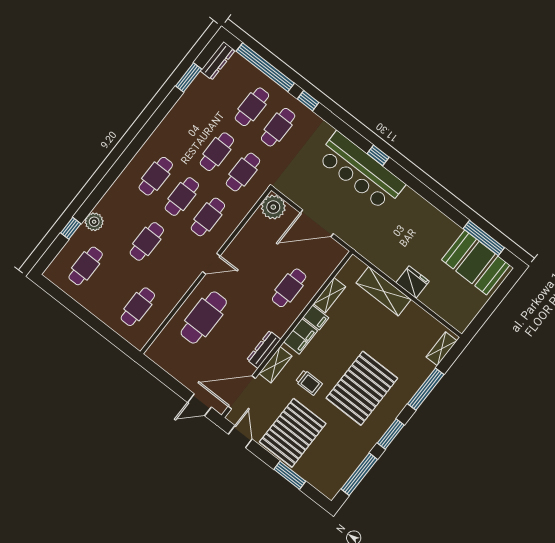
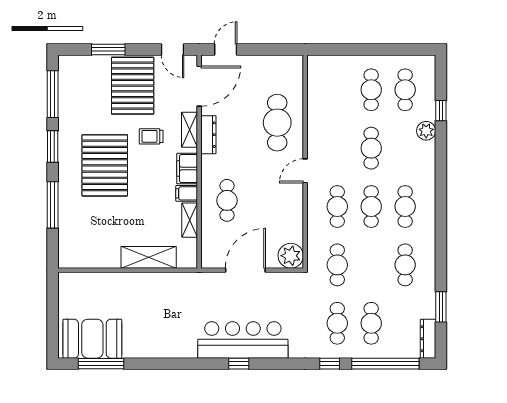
cafe table: (217, 152) -> (405, 265), moved
fridge: (413, 282) -> (131, 283), removed
cafe table: (138, 307) -> (371, 90), moved
shelving: (441, 349) -> (65, 247), removed

